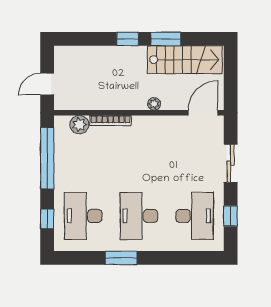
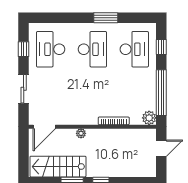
plant: (79, 125) -> (149, 118), moved

